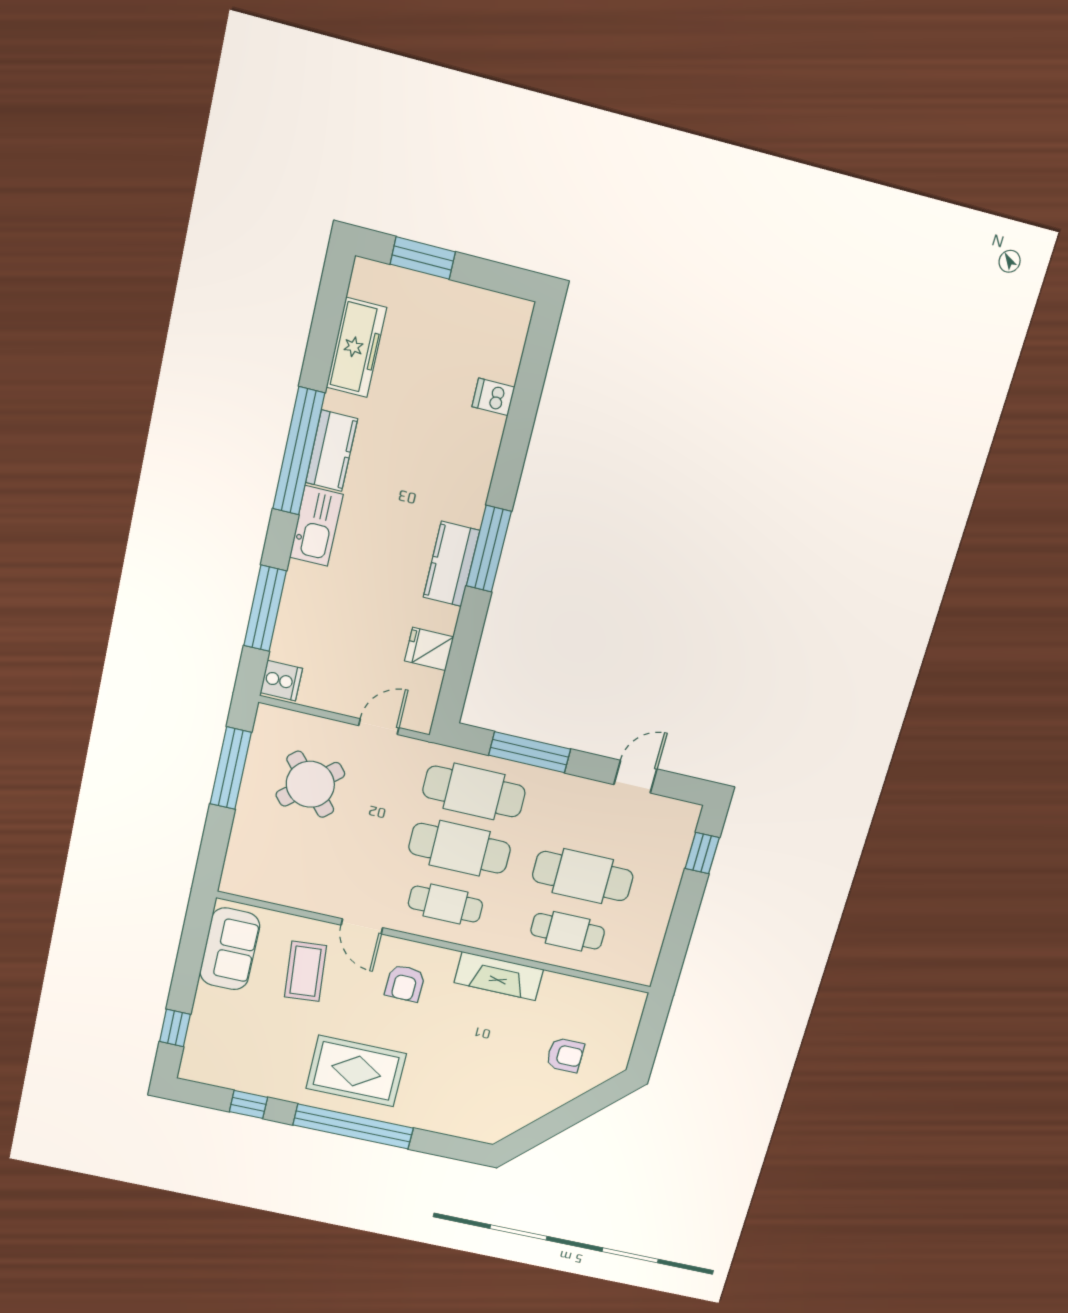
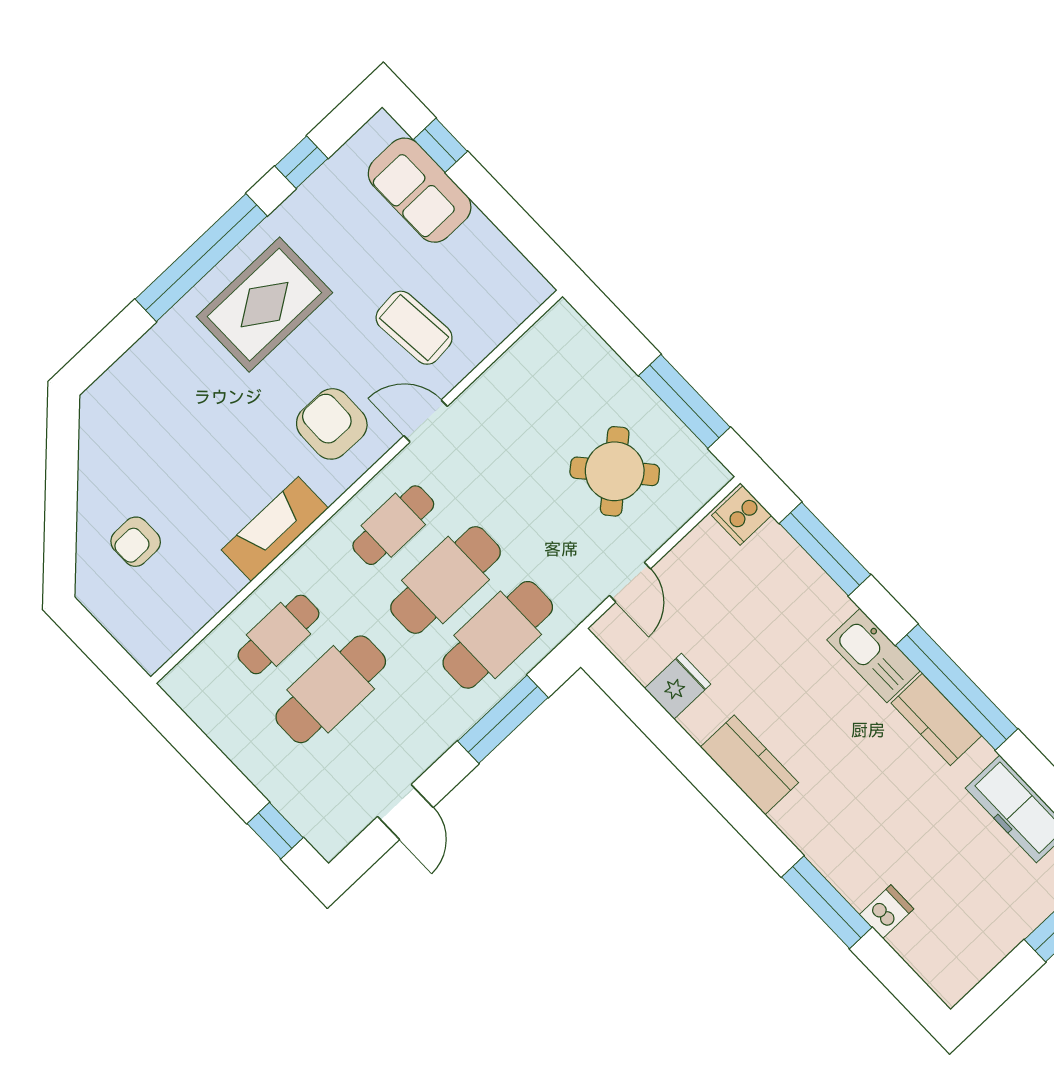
window: (489, 549) -> (827, 902), moved
sofa: (230, 949) -> (420, 190), moved
armchair: (405, 983) -> (332, 424), width x1.38, depth x1.38

